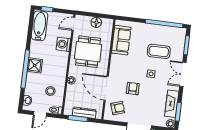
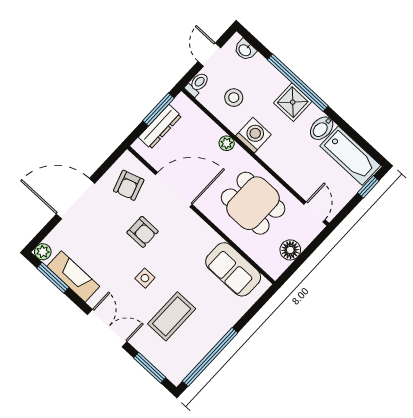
washing machine: (63, 44) -> (253, 135), moved
bidet: (37, 46) -> (322, 128), added

